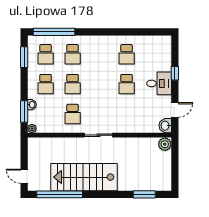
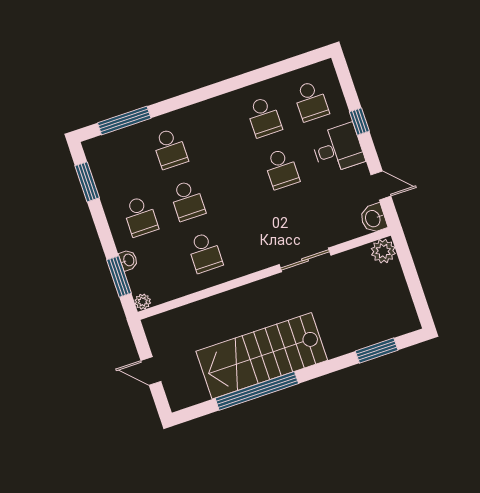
window: (54, 32) -> (124, 121), width x0.68
school desk: (46, 54) -> (311, 101), moved
door: (175, 110) -> (381, 185), hinge flipped
sliding door: (98, 135) -> (305, 260), moved
door: (24, 176) -> (151, 371), moved
window: (60, 194) -> (257, 391), moved

